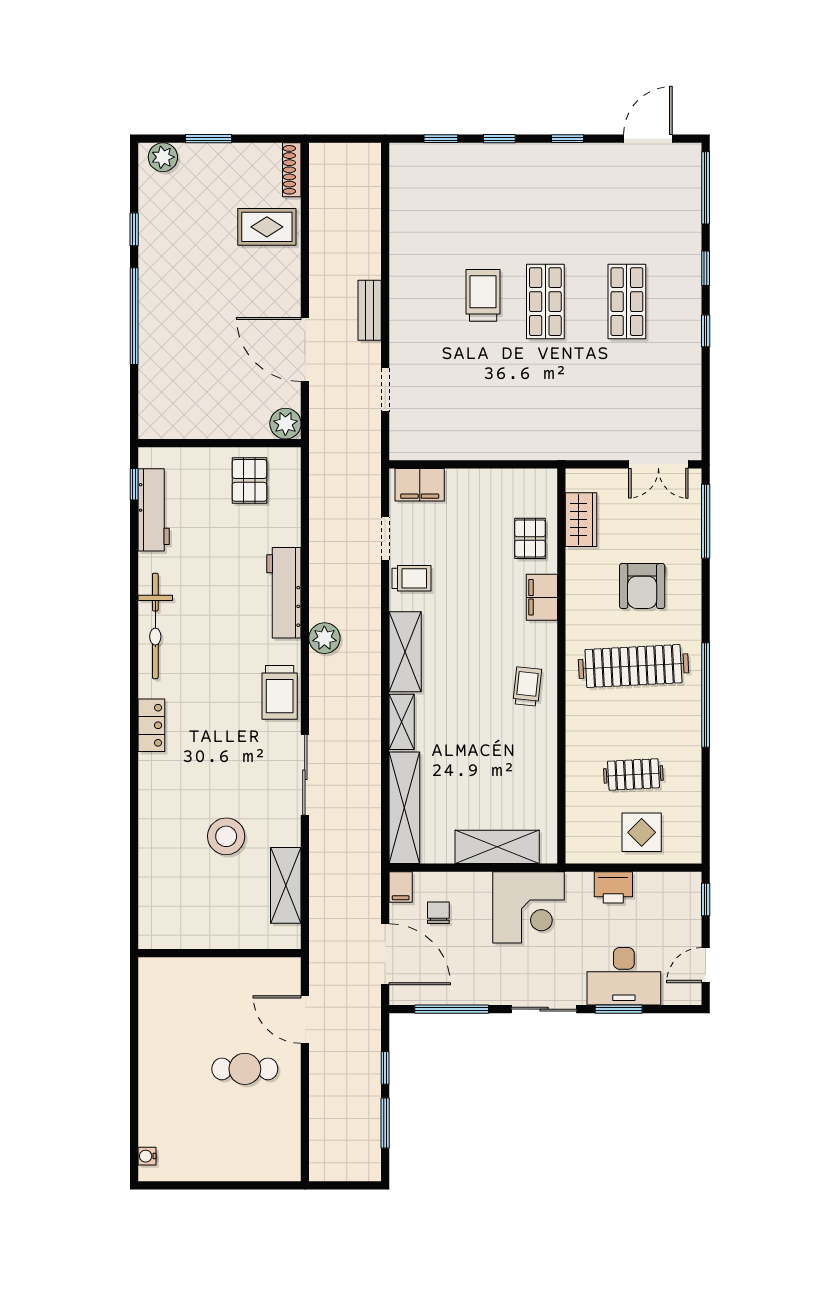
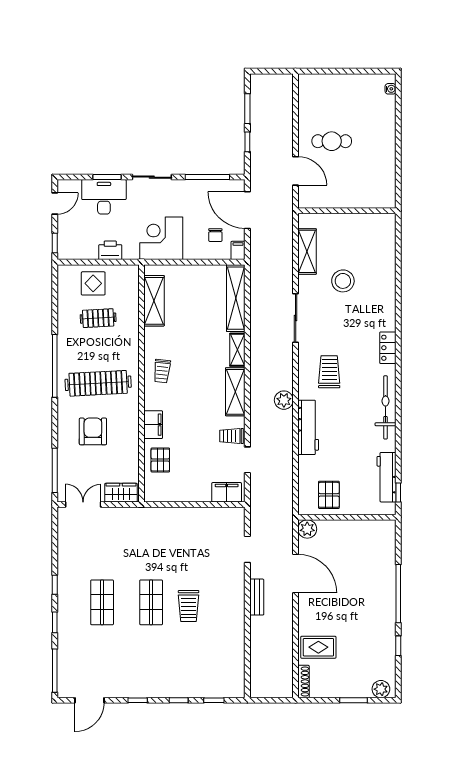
wardrobe: (581, 520) -> (121, 493), moved, turned 90
trolley: (280, 692) -> (329, 372), moved
shelving: (497, 847) -> (154, 301), moved, turned 90

